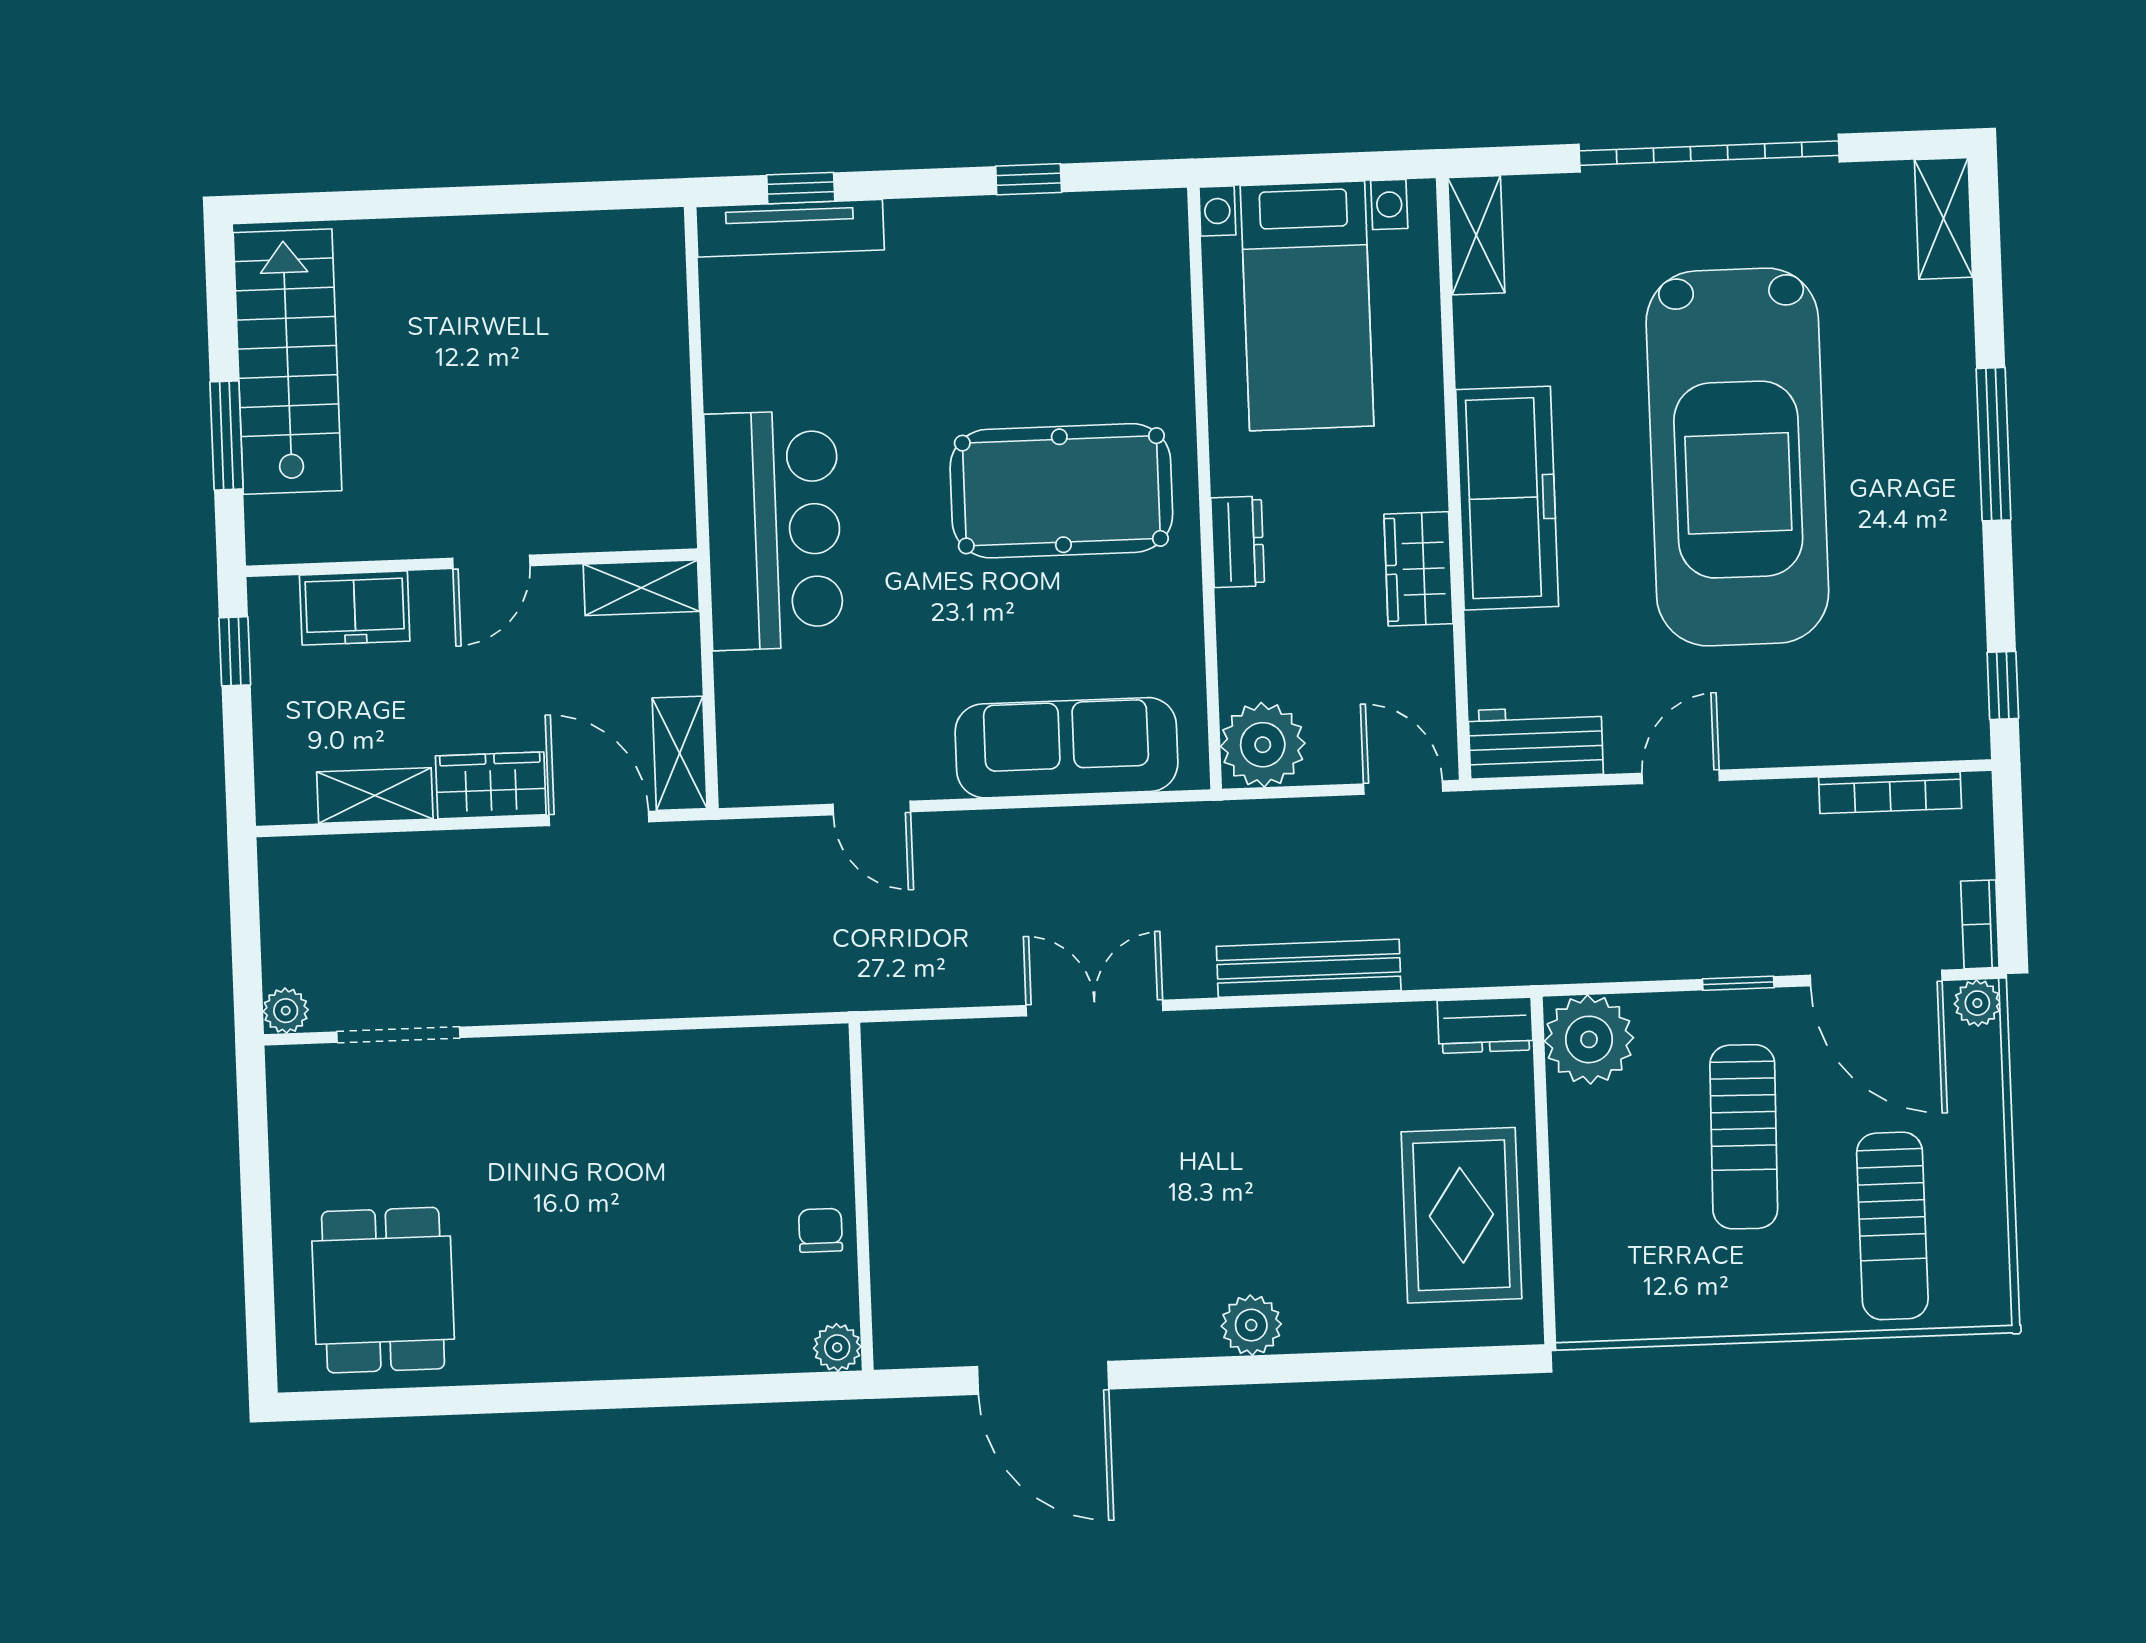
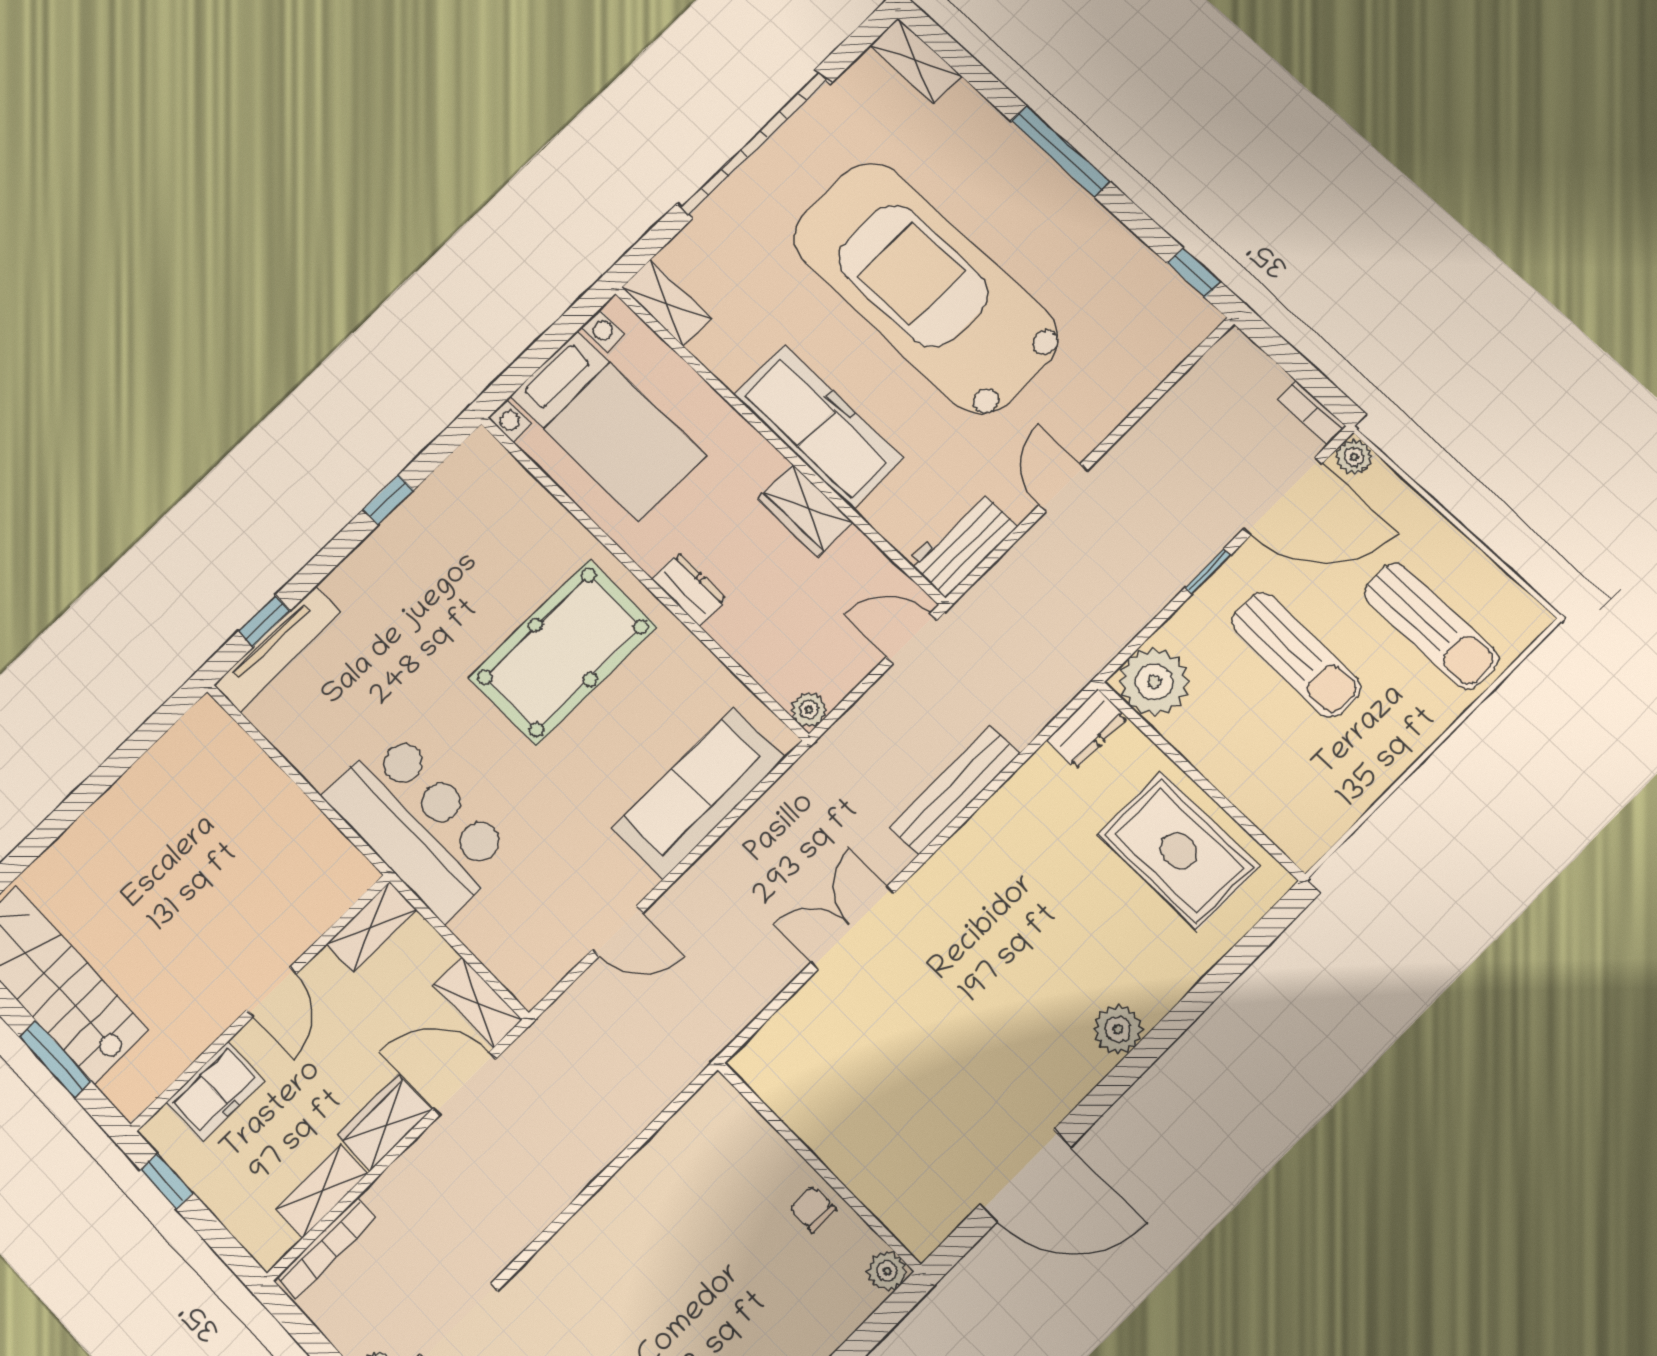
car: (1737, 457) -> (925, 287), turned 180
plant: (1263, 745) -> (809, 710), width x0.53, depth x0.53
bookcase: (1890, 793) -> (327, 1247), moved

